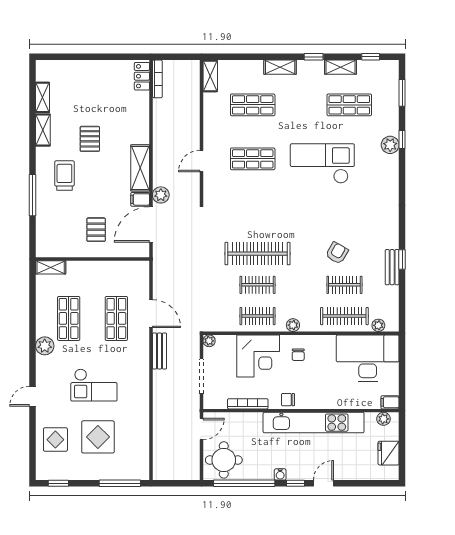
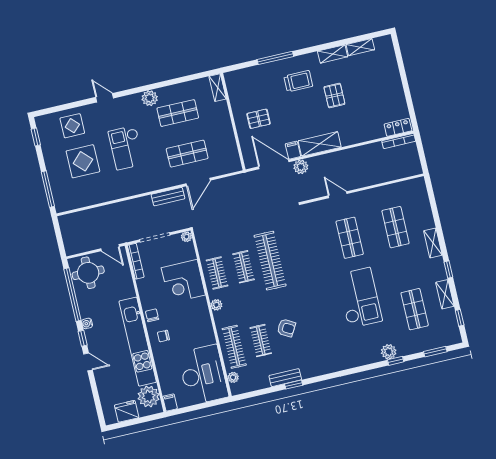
shelving: (210, 76) -> (412, 185), removed
pallet: (90, 139) -> (334, 95), turned 90
chair: (298, 355) -> (163, 336), moved
bookcase: (248, 404) -> (136, 261), moved
plant: (383, 419) -> (149, 396), width x1.88, depth x1.88

